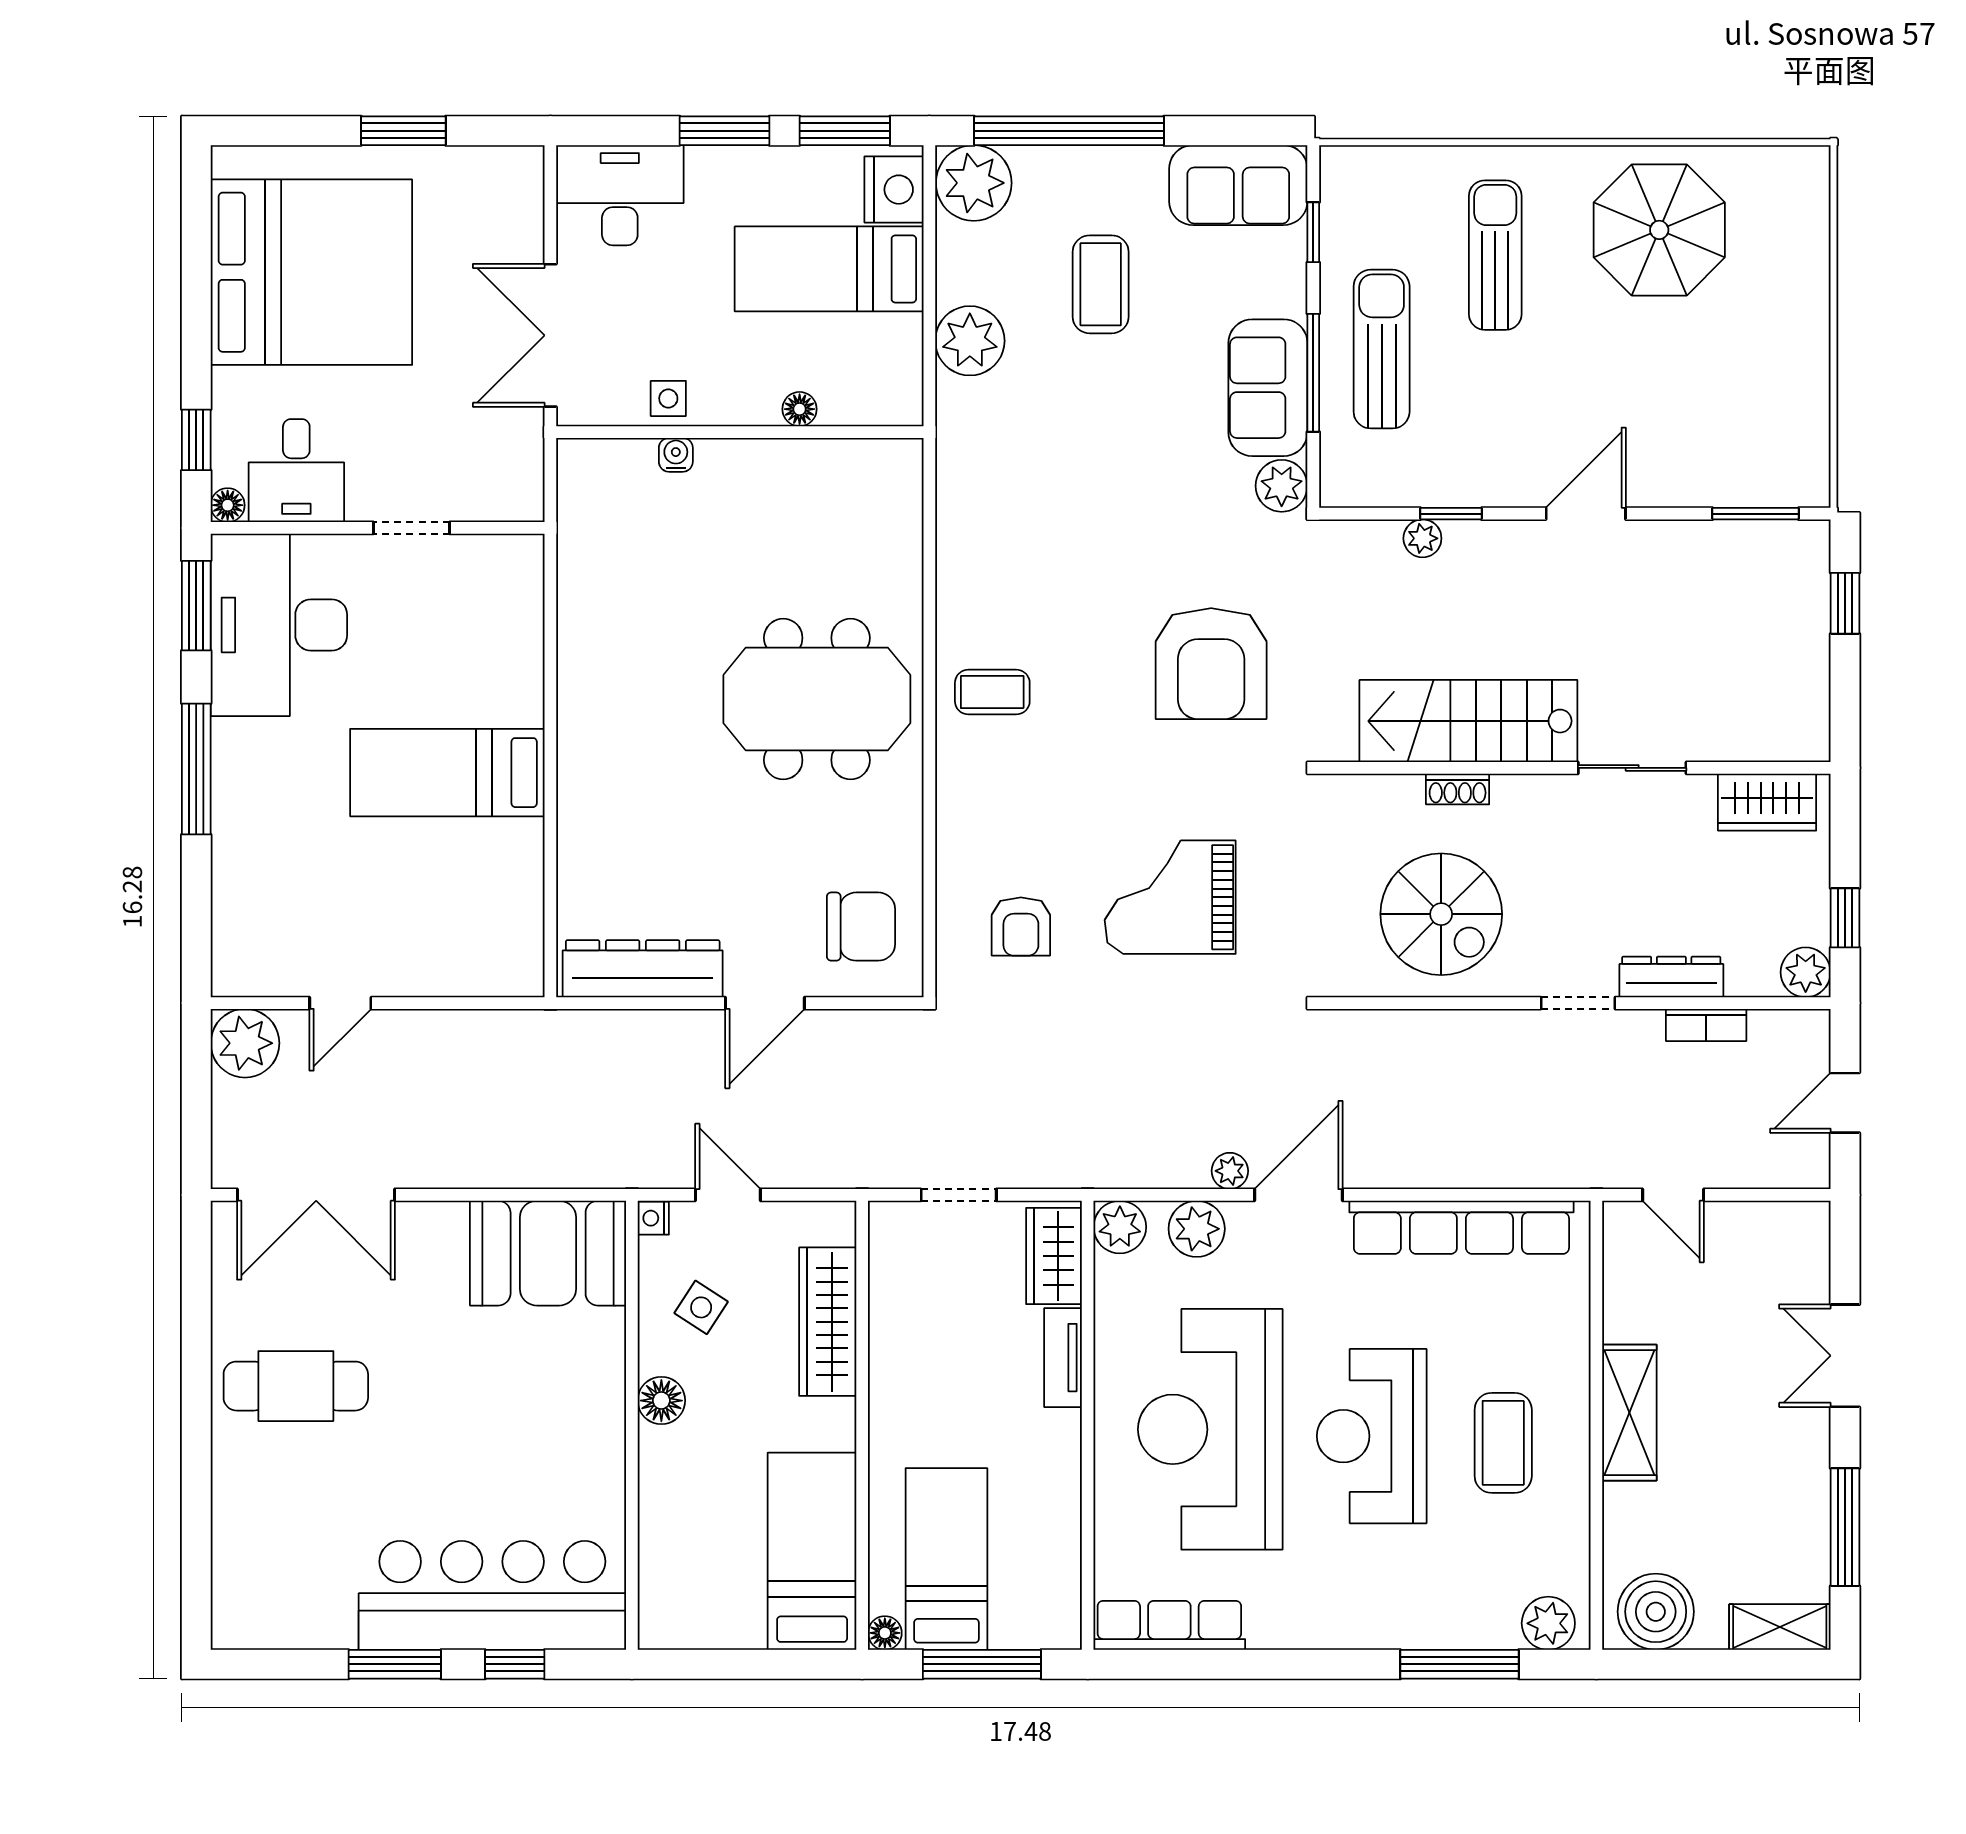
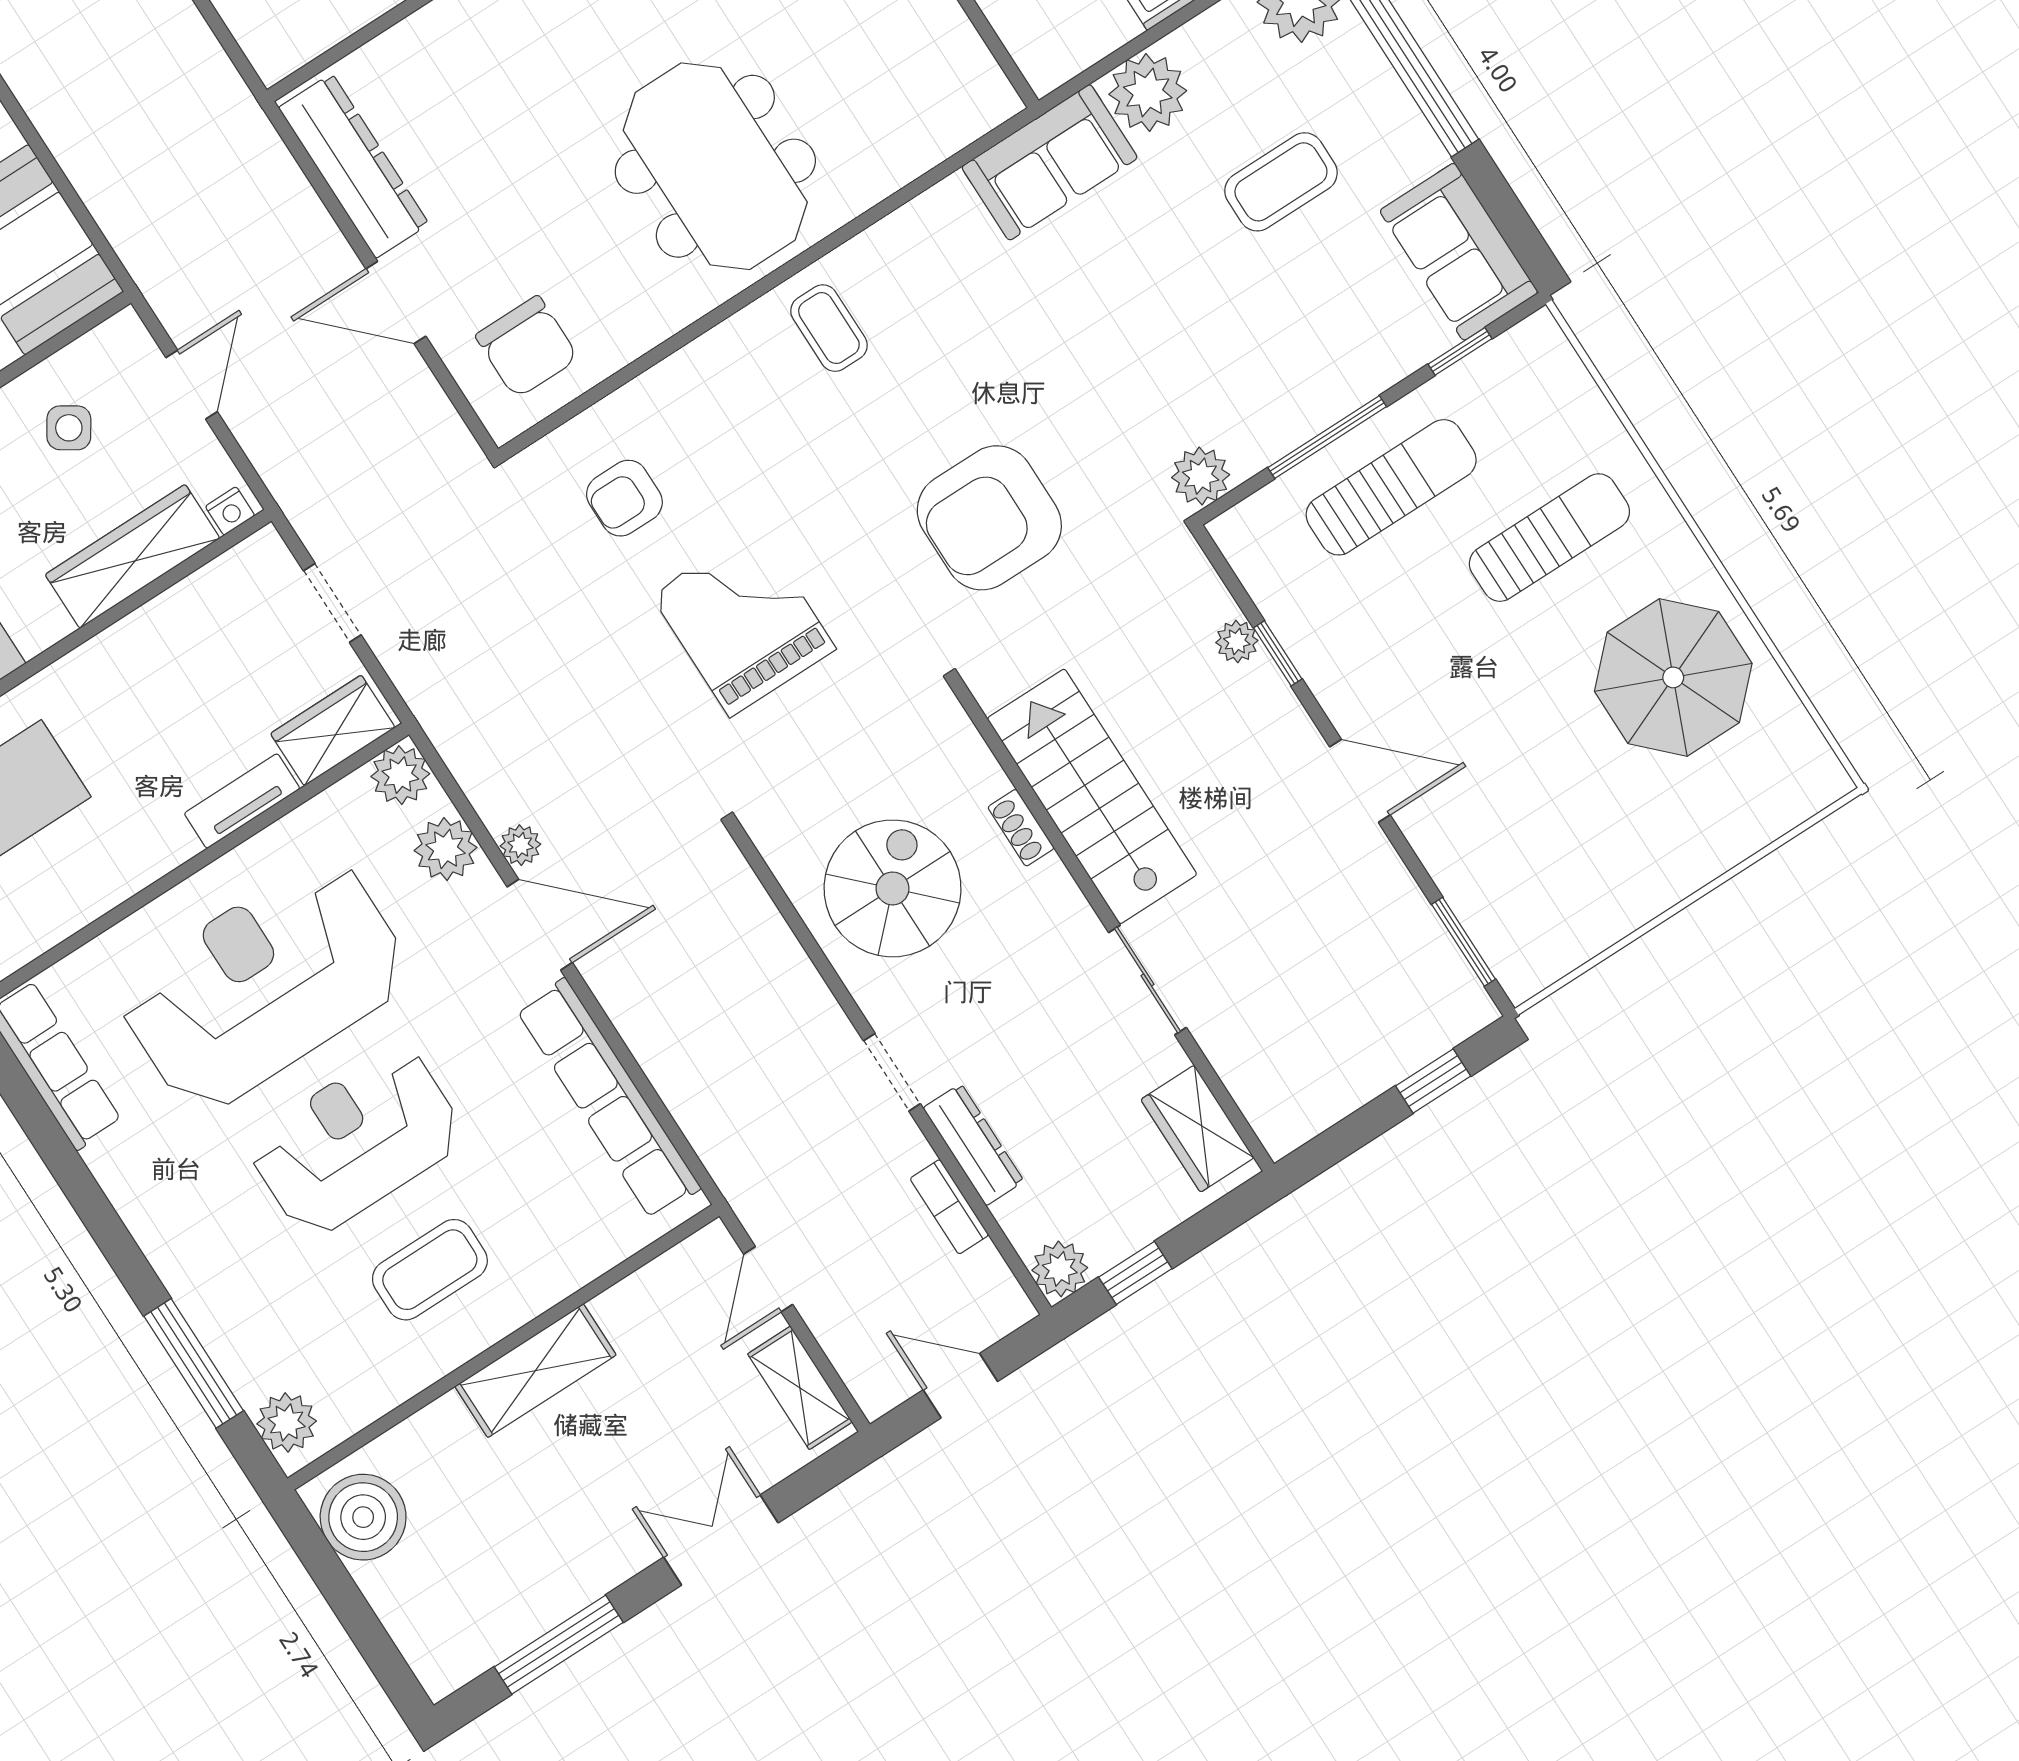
sofa: (1268, 388) -> (1050, 162), moved, turned 180
spiral stairs: (1441, 914) -> (893, 888), turned 180
nightstand: (653, 1218) -> (230, 511), moved, turned 180
shelving: (1780, 1627) -> (800, 1388), moved

